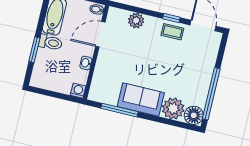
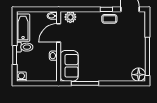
plant: (136, 21) -> (70, 17), moved
washing machine: (78, 91) -> (21, 77), moved
sofa: (141, 100) -> (69, 66), moved, turned 90
plant: (173, 109) -> (123, 73), removed

